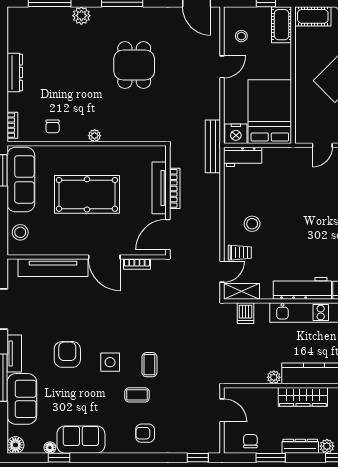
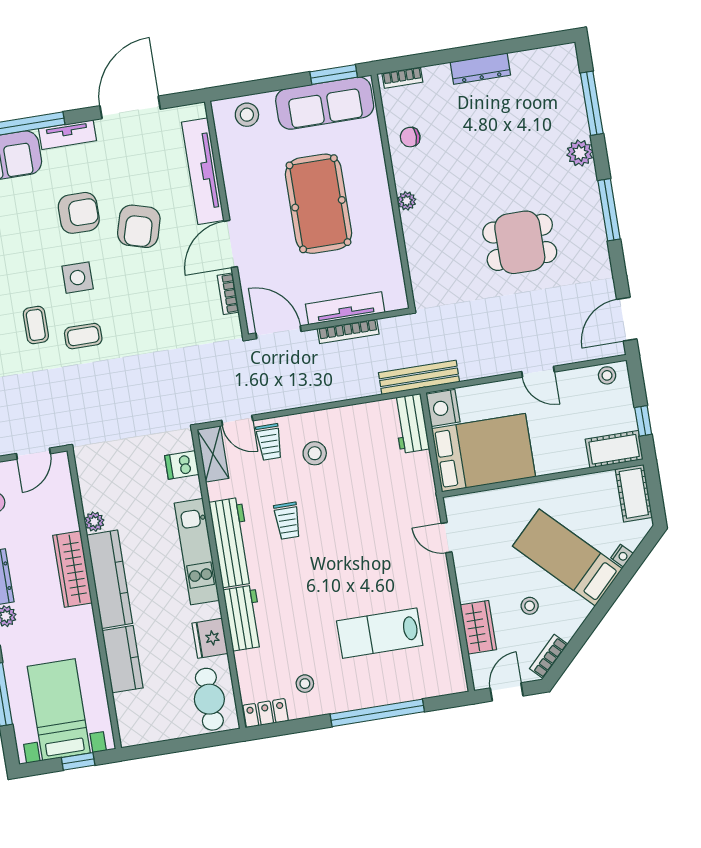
stool: (241, 36) -> (607, 375), moved
trolley: (294, 249) -> (287, 521), added
armchair: (83, 316) -> (139, 226), added

